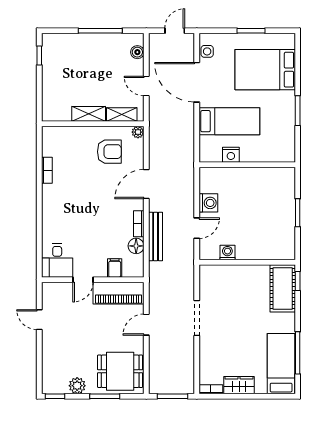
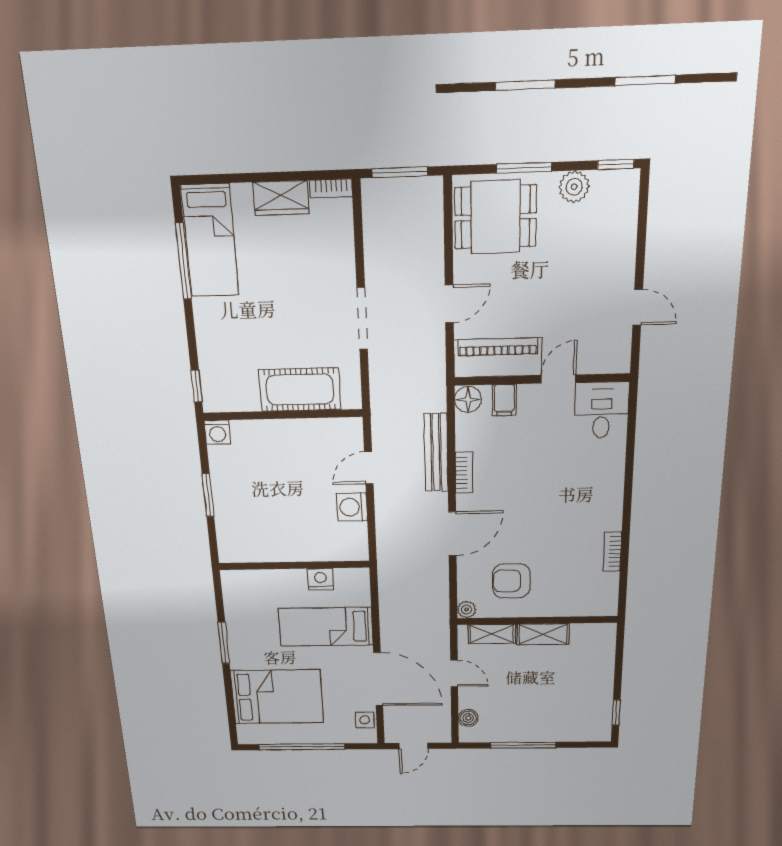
window: (251, 31) -> (302, 747), width x2.11
floor lamp: (136, 246) -> (468, 399), moved
washing machine: (227, 253) -> (217, 432), moved
cot: (283, 288) -> (300, 390), moved, turned 90

